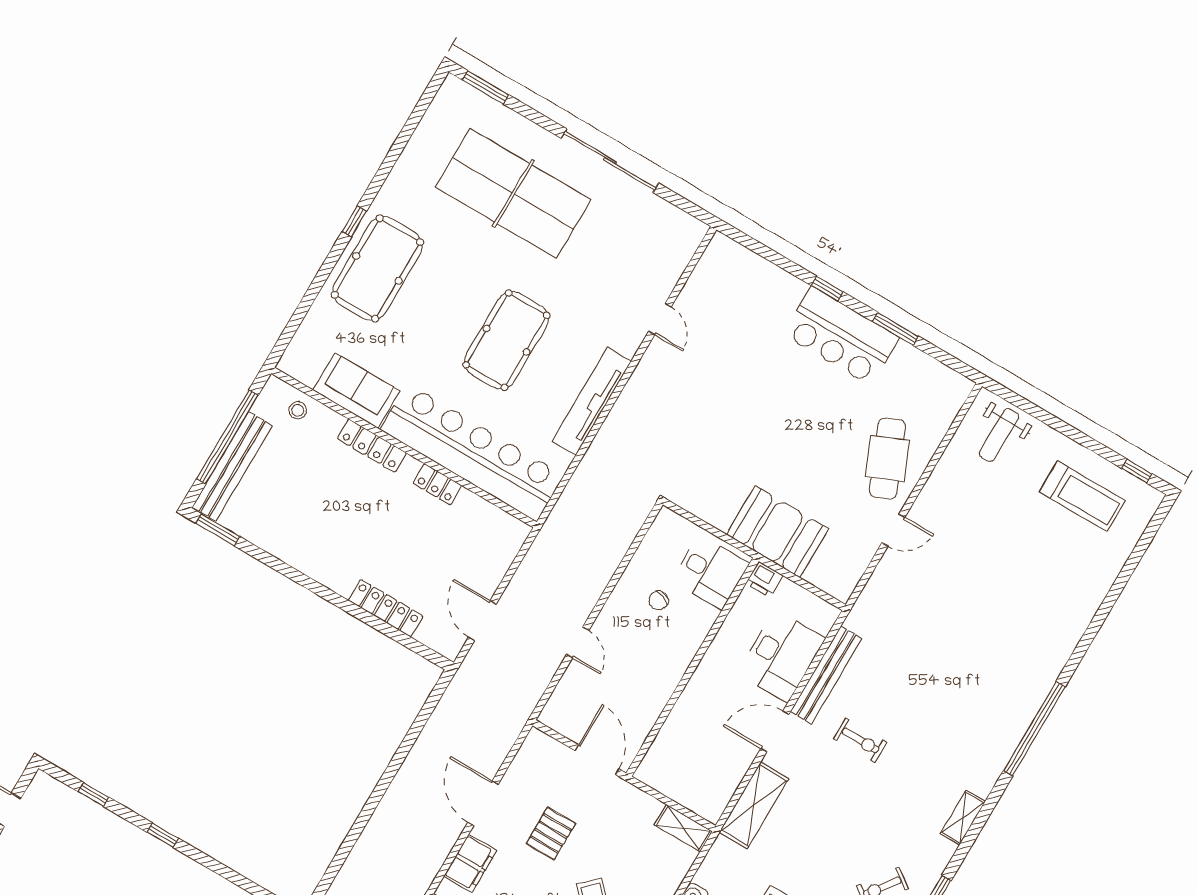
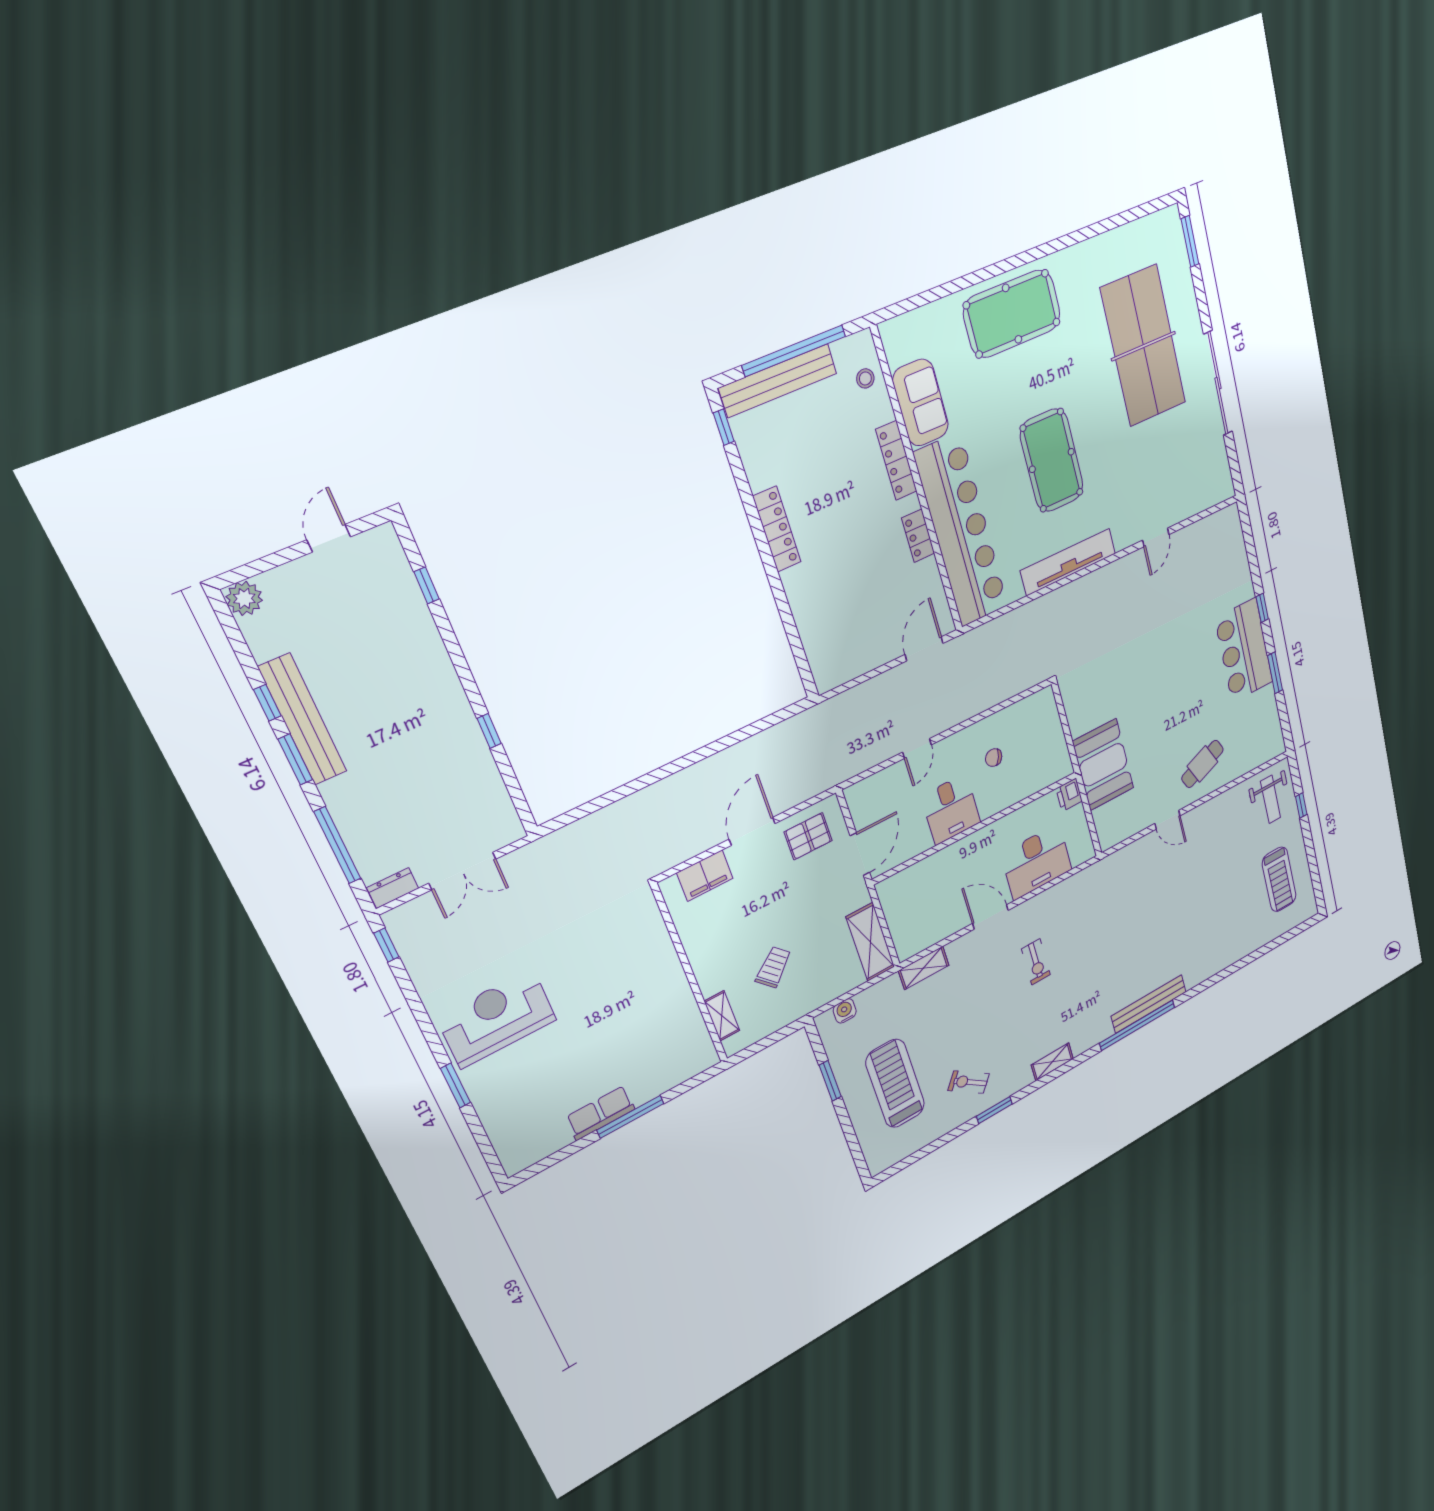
window: (354, 221) -> (1026, 257), removed
pool table: (507, 340) -> (1052, 460), turned 90
weight bench: (999, 435) -> (1271, 799), turned -90
cafe table: (887, 458) -> (1202, 764), width x0.73, depth x0.74
window: (1137, 471) -> (1301, 805), moved
window: (218, 530) -> (724, 427), width x0.67
desk: (710, 572) -> (951, 809), moved
locker: (385, 608) -> (777, 529), moved
door: (482, 621) -> (924, 649), moved
bench: (826, 675) -> (1149, 1004), moved
shelving: (754, 805) -> (924, 968), width x0.67, depth x0.75
shelving: (683, 828) -> (870, 942), width x1.50, depth x1.33
pallet: (551, 833) -> (808, 836), moved
window: (163, 835) -> (489, 731), moved

